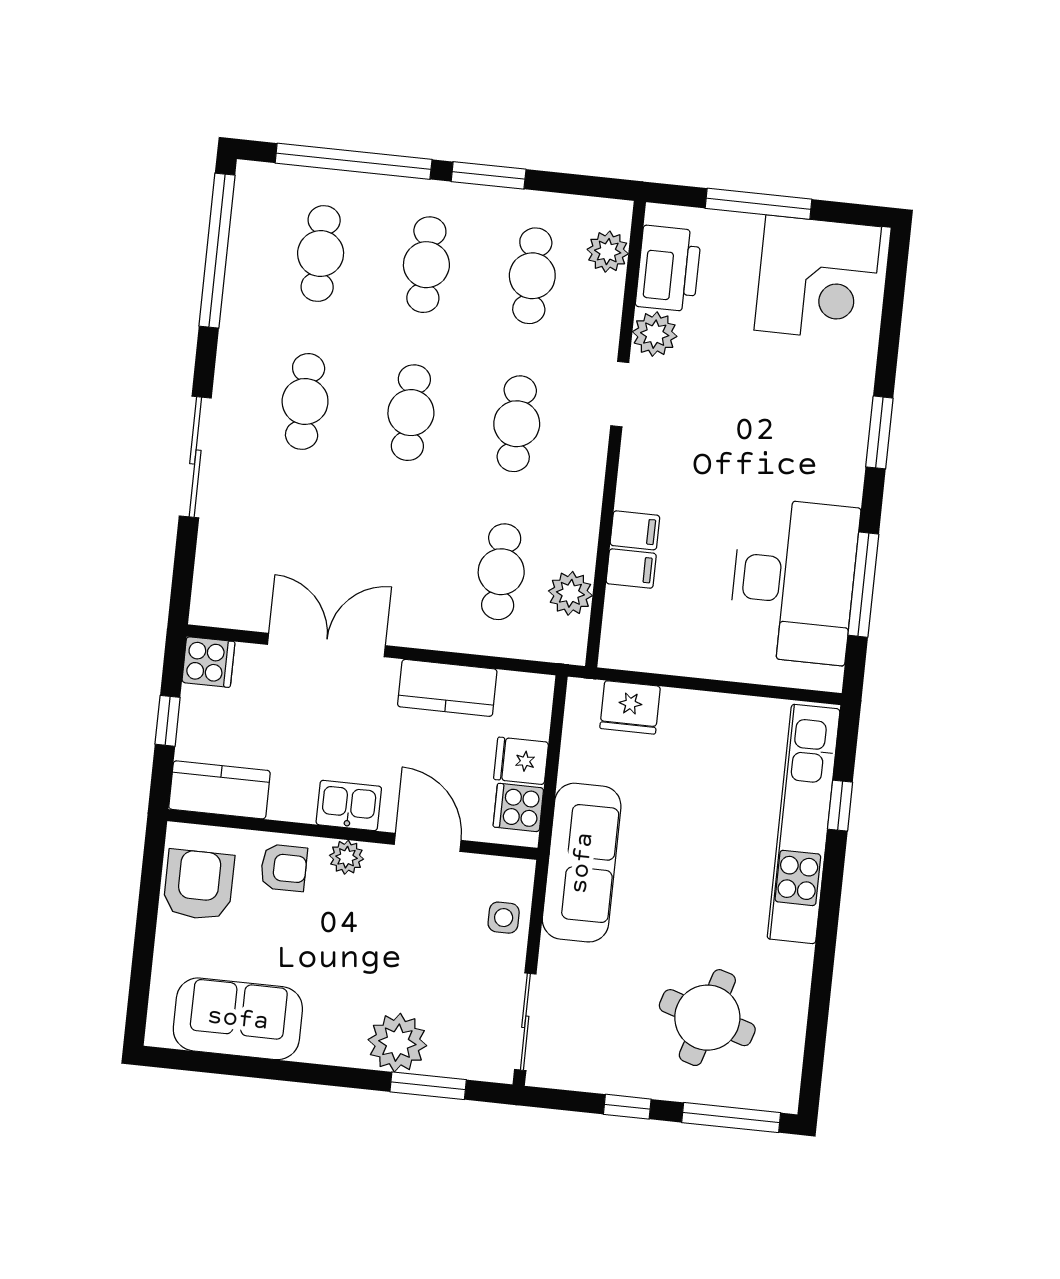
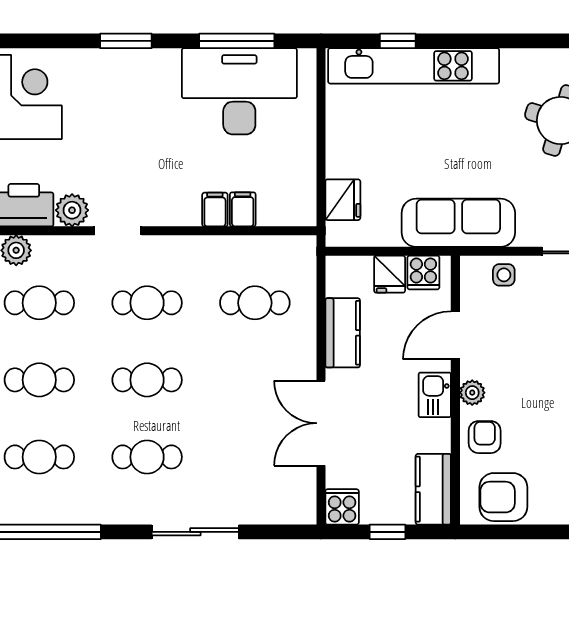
plant: (570, 593) -> (265, 251), removed

